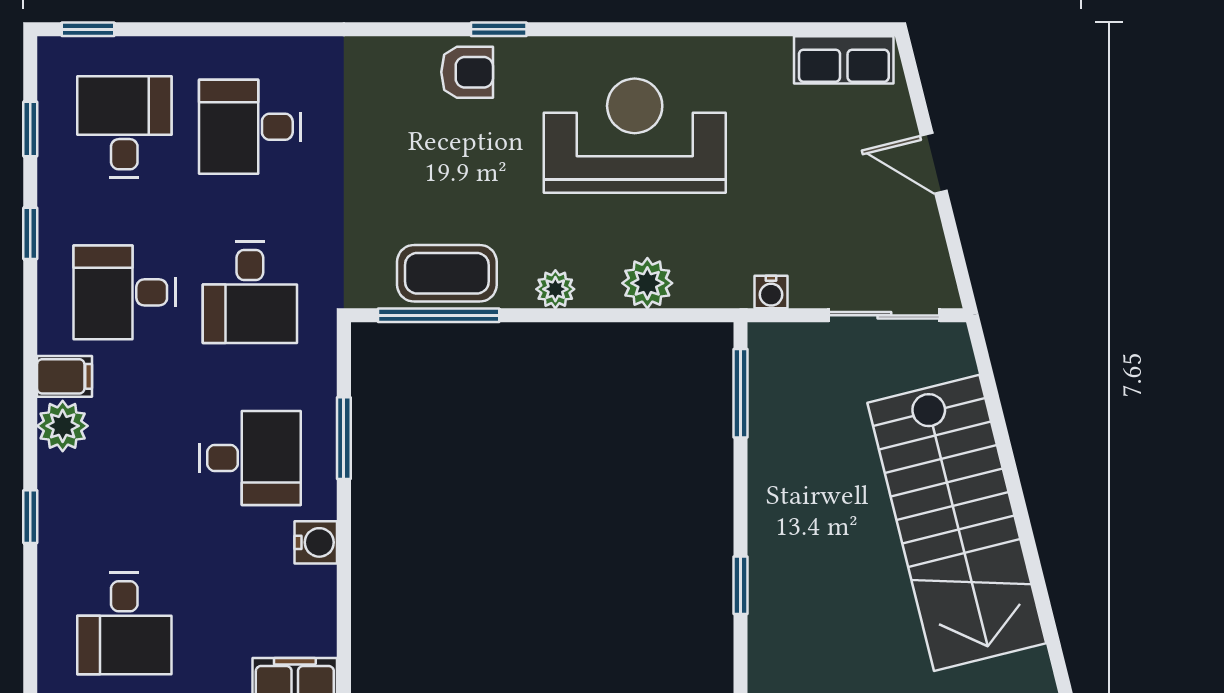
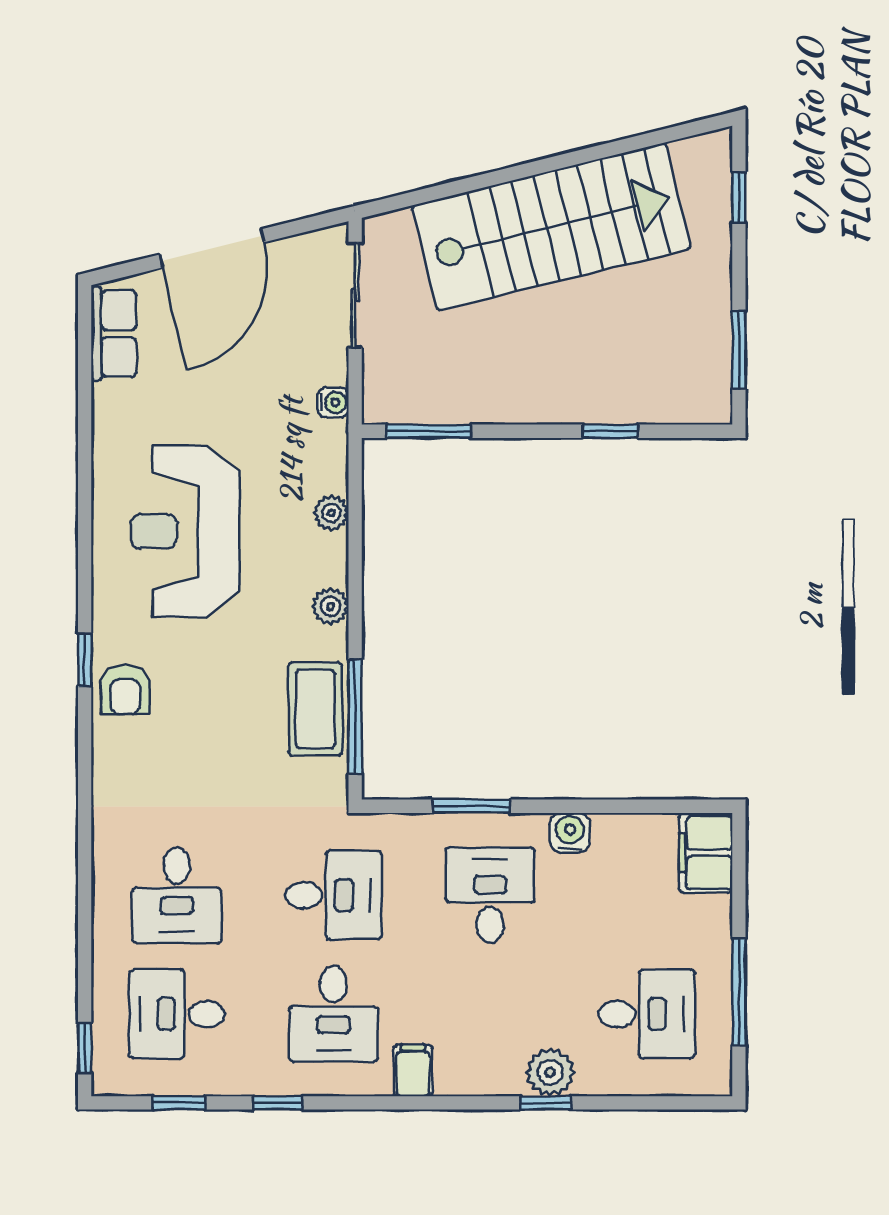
armchair: (467, 72) -> (125, 690), turned 180
door: (934, 163) -> (211, 249), width x1.87
plant: (647, 283) -> (331, 513), width x0.73, depth x0.73
plant: (63, 426) -> (550, 1072), moved

